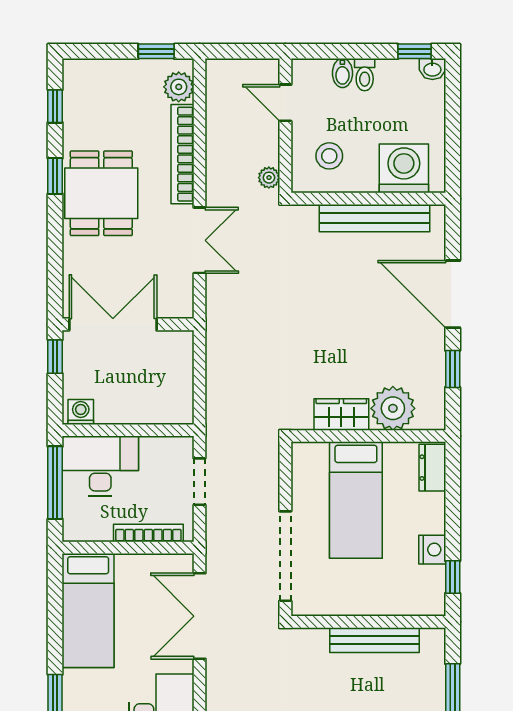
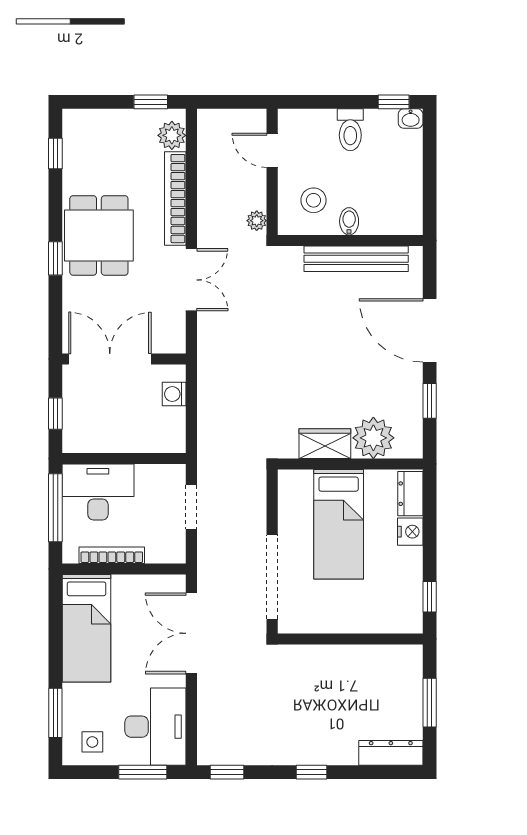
bidet: (342, 73) -> (349, 221), moved, turned 180
toilet: (365, 75) -> (350, 130), width x1.37, depth x1.39
washing machine: (404, 168) -> (384, 212), removed
window: (55, 176) -> (55, 258), moved
window: (55, 357) -> (55, 414), moved
washing machine: (81, 412) -> (174, 394), moved, turned -90
bookcase: (148, 533) -> (112, 555), moved
nightstand: (432, 550) -> (410, 532), moved
bench: (375, 640) -> (356, 656), removed

